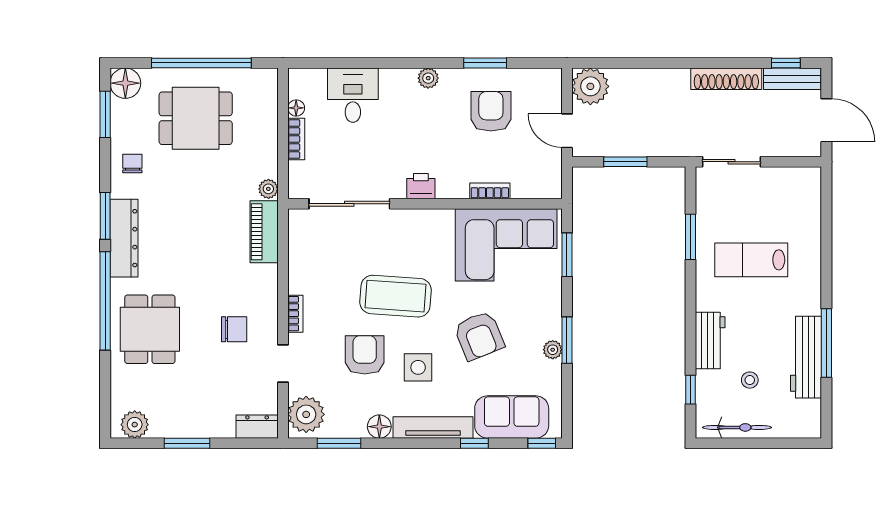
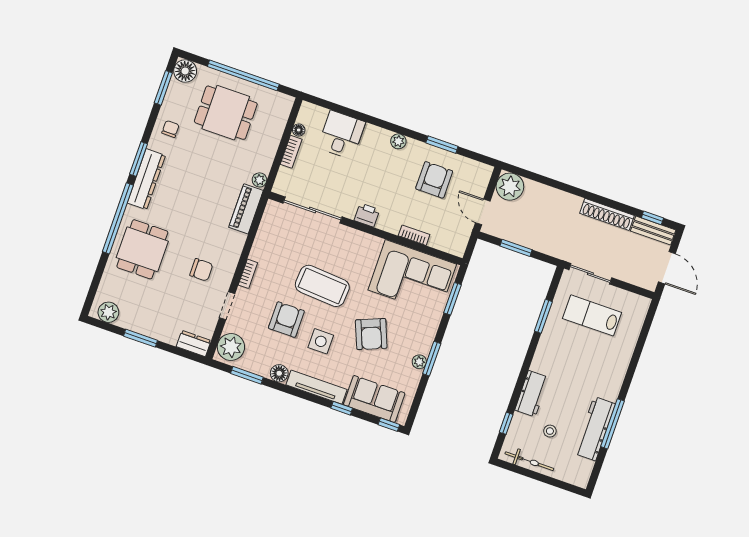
lab bench: (751, 260) -> (592, 315), moved

